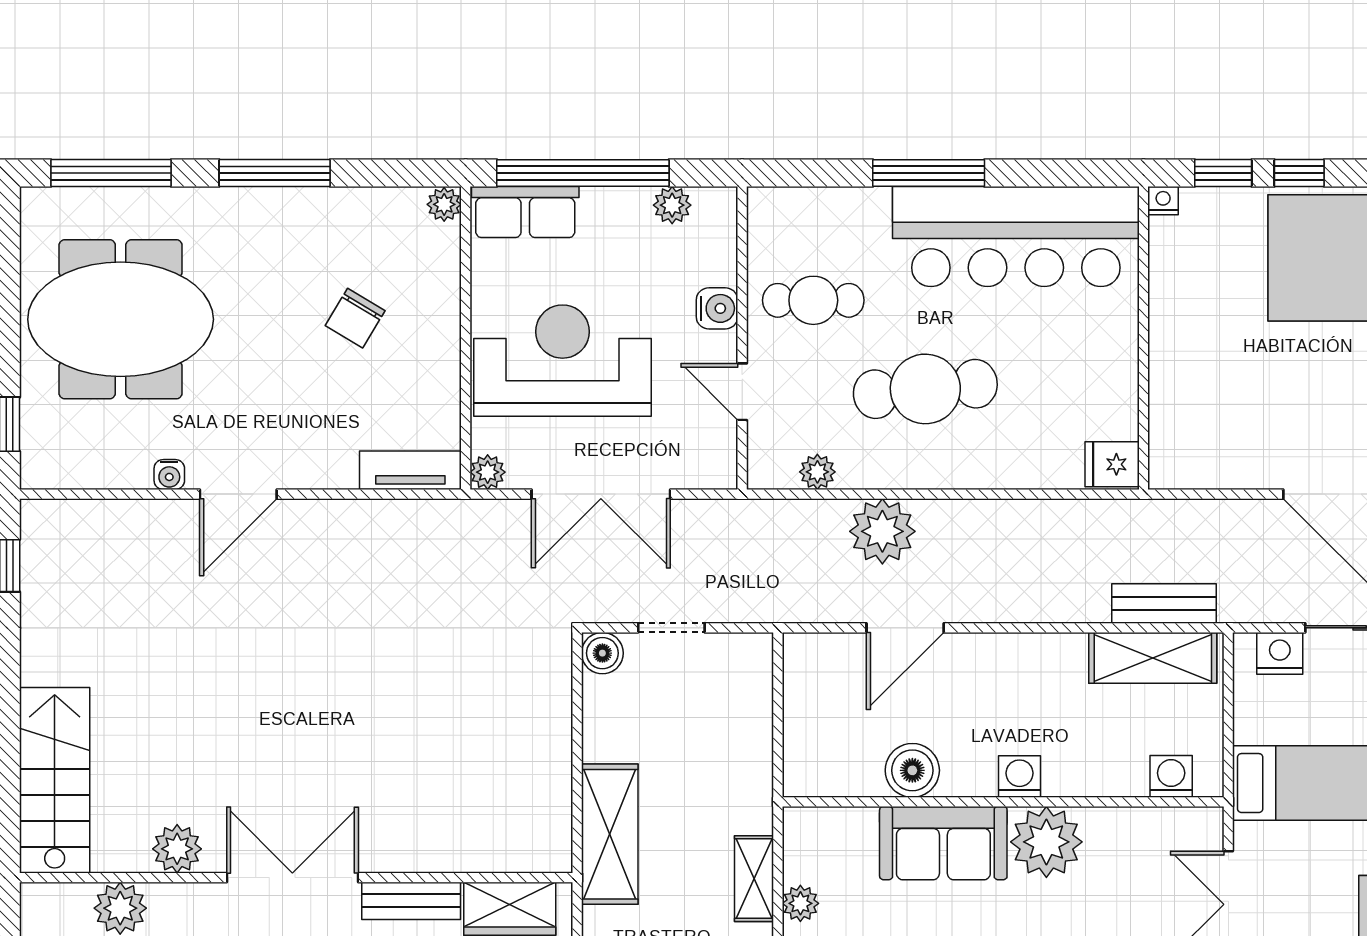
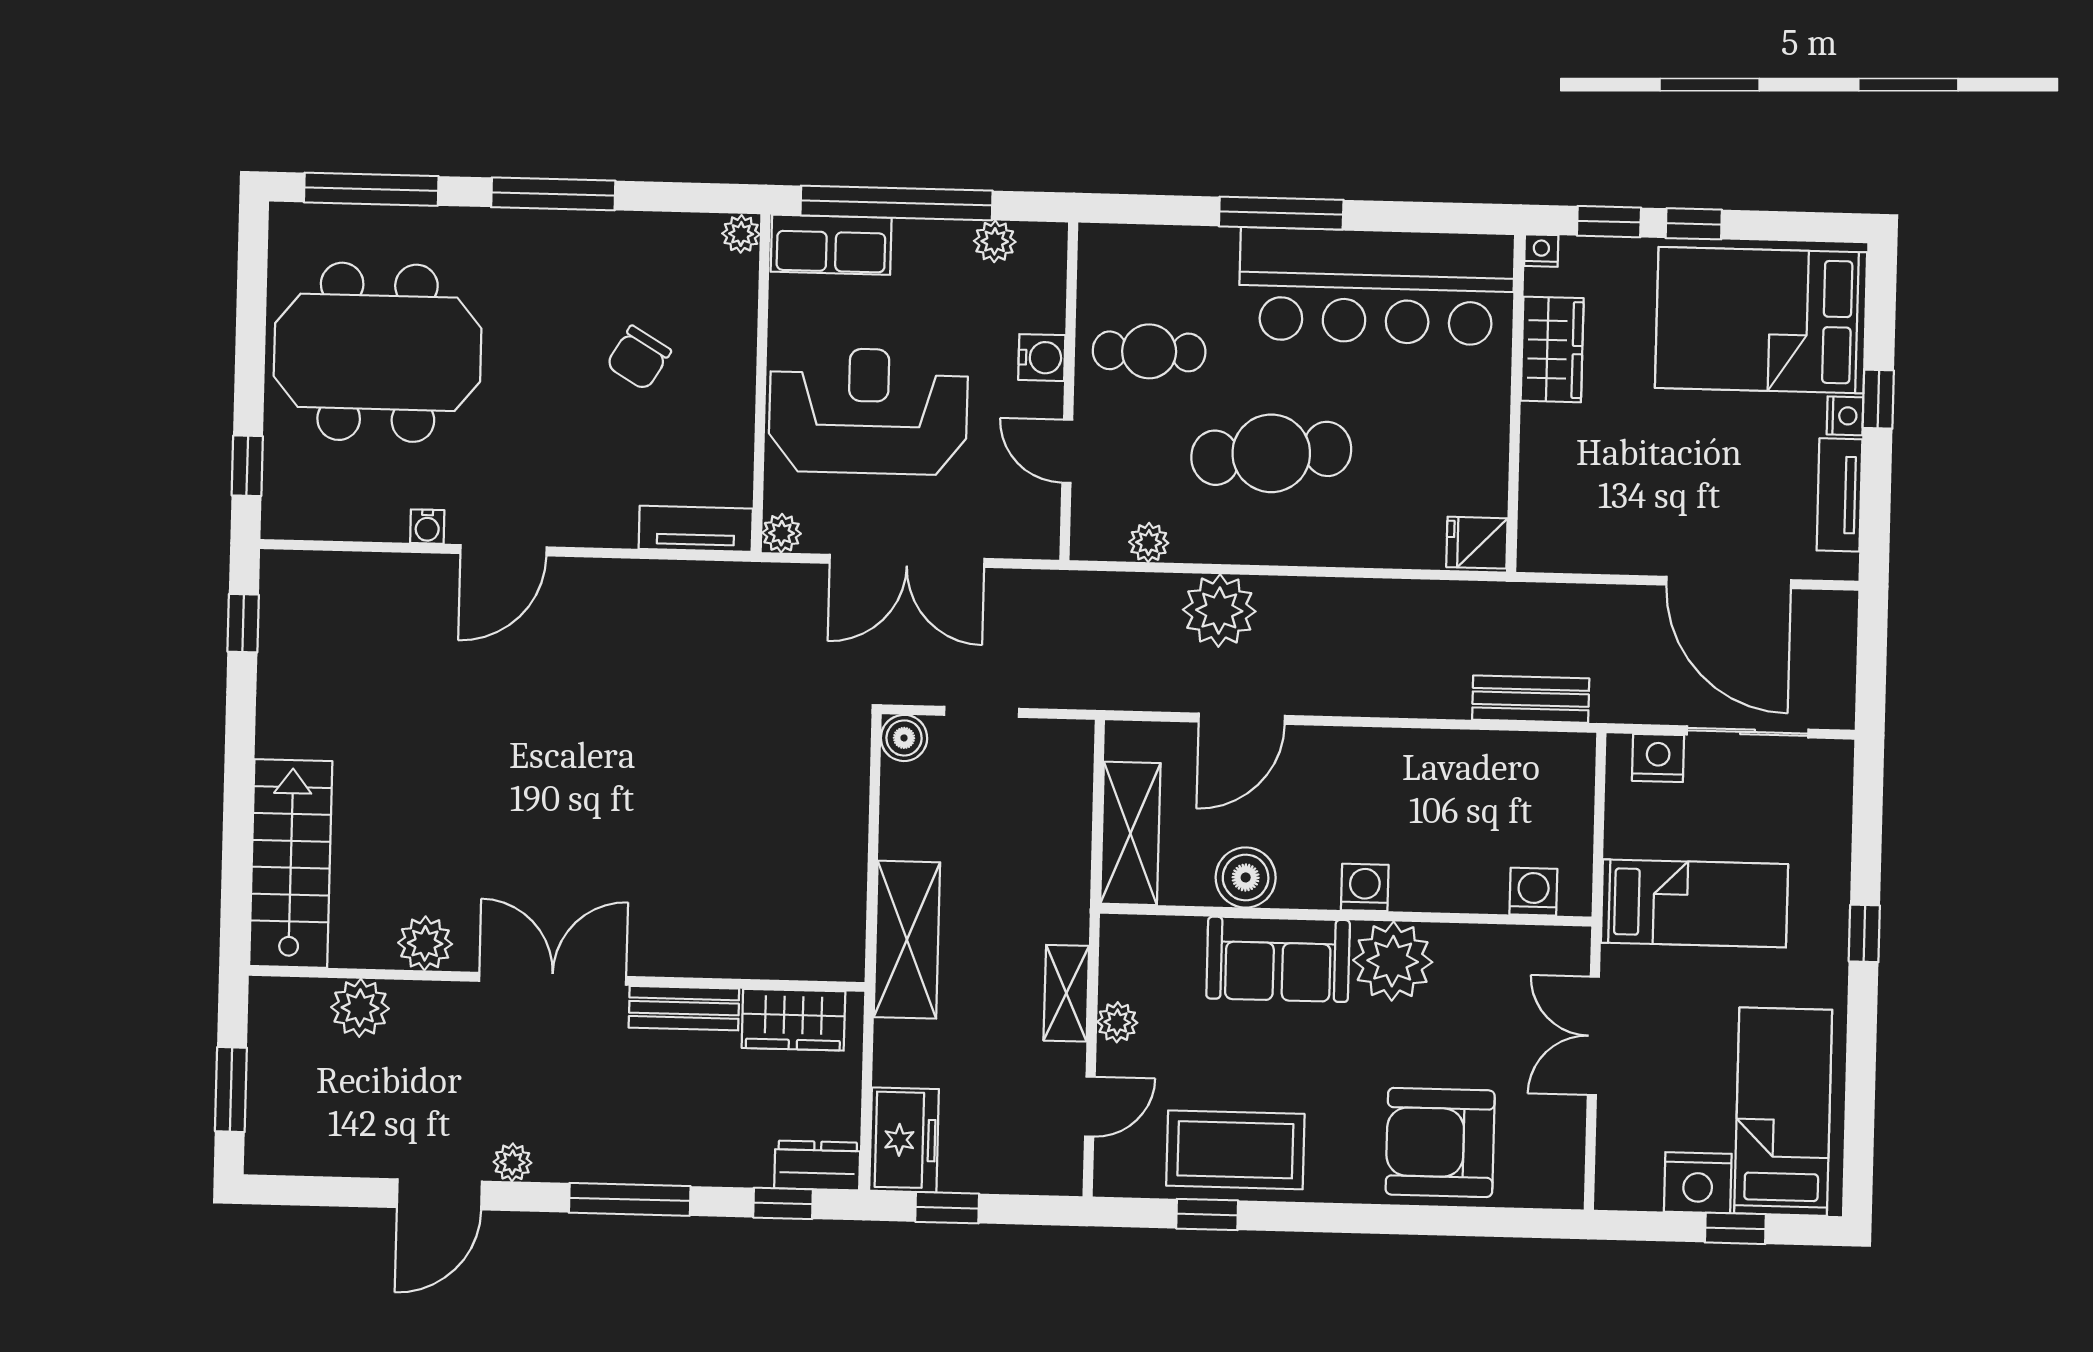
wardrobe: (1175, 289) -> (1552, 349), added
shelving: (1153, 658) -> (1130, 833), moved, turned 90

